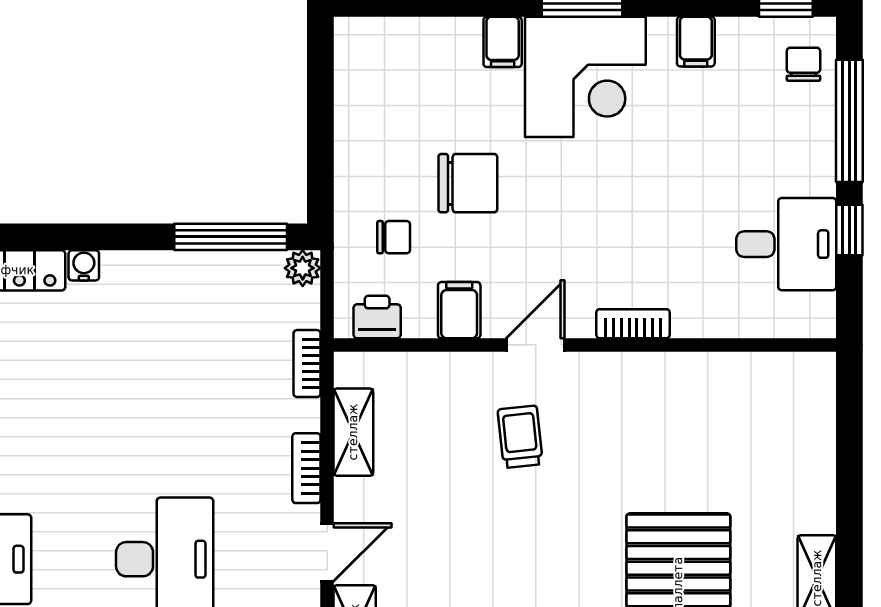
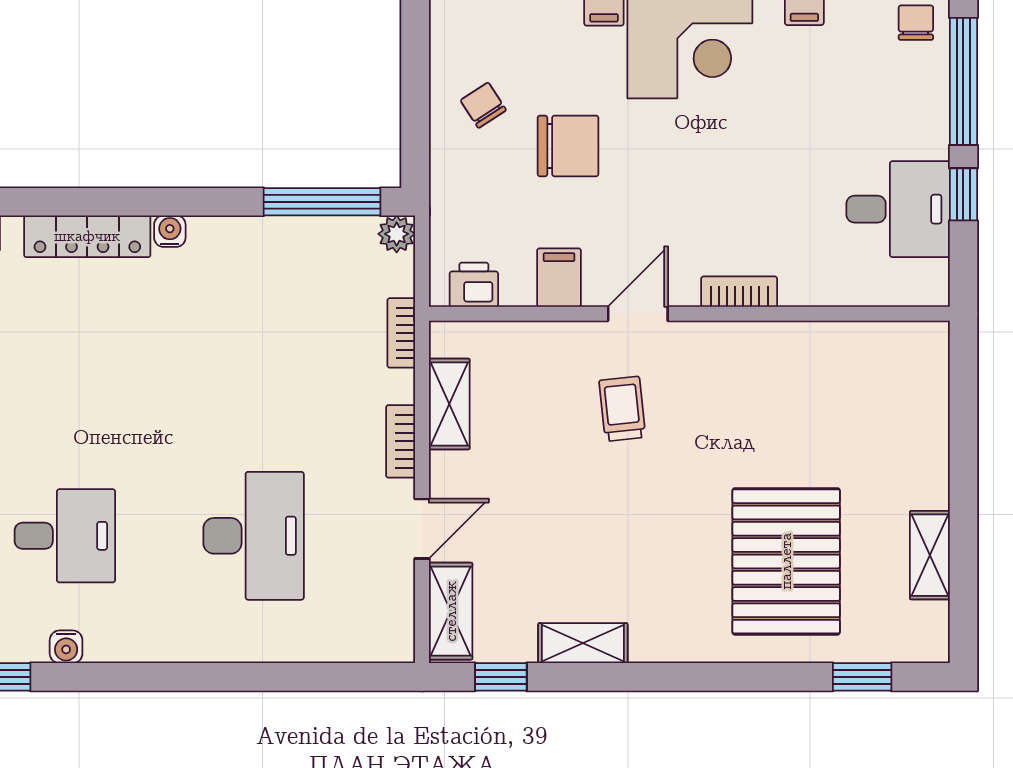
chair: (394, 237) -> (483, 105), moved, turned -123

